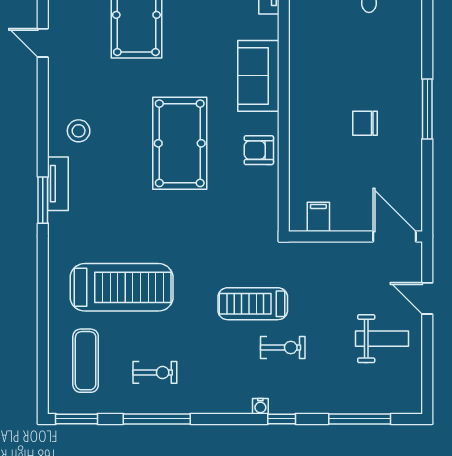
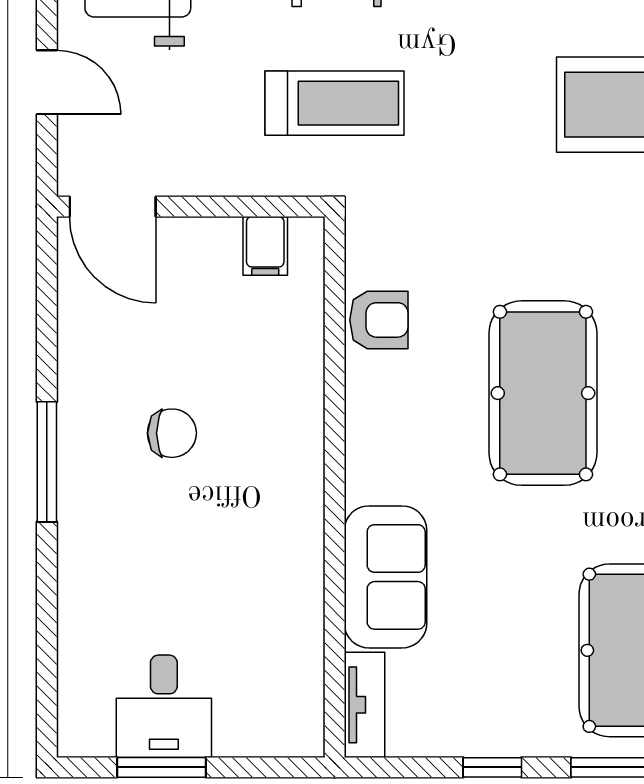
sofa: (258, 76) -> (386, 577), moved
armchair: (259, 150) -> (379, 320), moved
treadmill: (253, 304) -> (334, 103), moved

